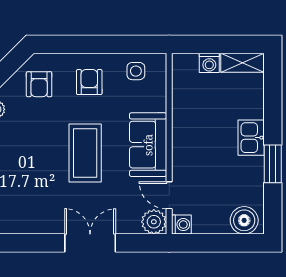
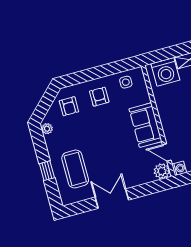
washing machine: (209, 63) -> (165, 72), width x1.89, depth x1.89
coffee table: (85, 153) -> (75, 169), moved
double door: (90, 243) -> (112, 199), moved

